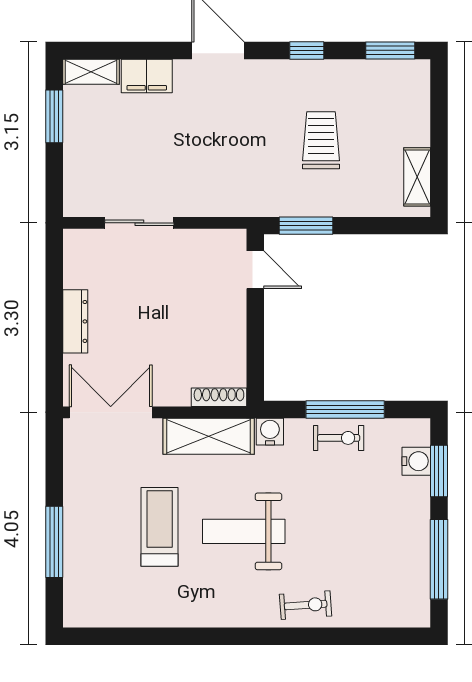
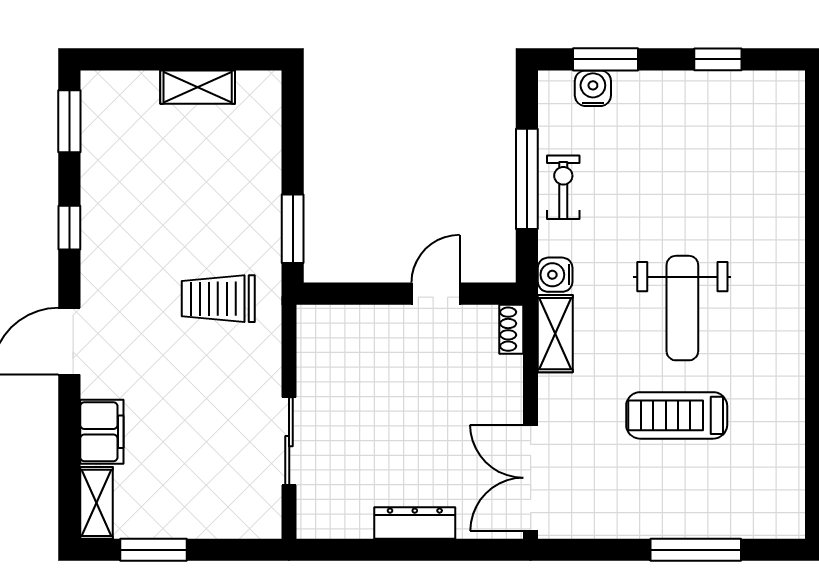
trolley: (321, 140) -> (218, 299), moved
shelving: (417, 177) -> (198, 87), moved
door: (255, 270) -> (436, 294), moved
shoe rack: (219, 397) -> (511, 329), width x0.70
shelving: (209, 436) -> (555, 334), width x0.67, depth x0.75
window: (439, 559) -> (718, 59), width x0.46
exercise bike: (306, 605) -> (776, 229), removed

